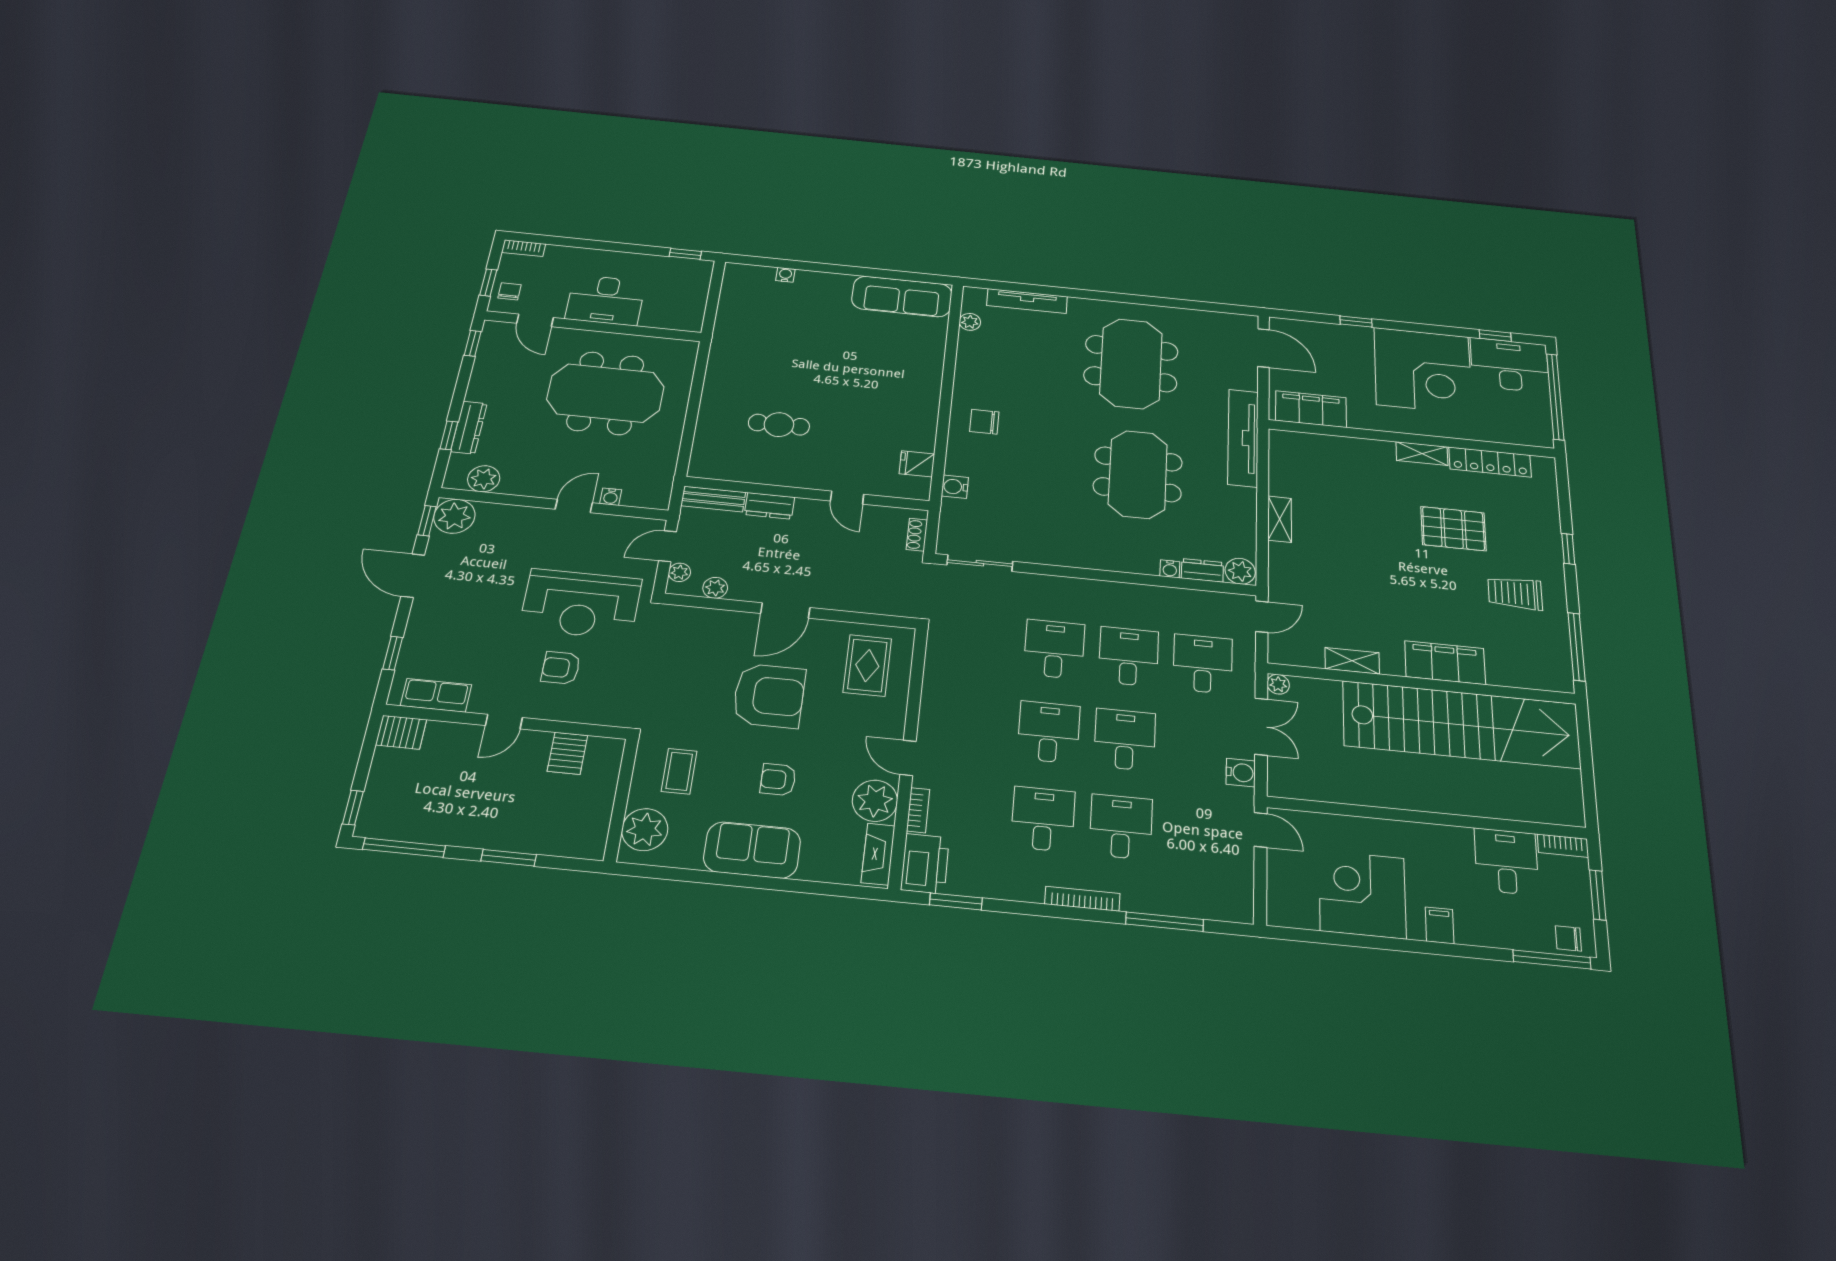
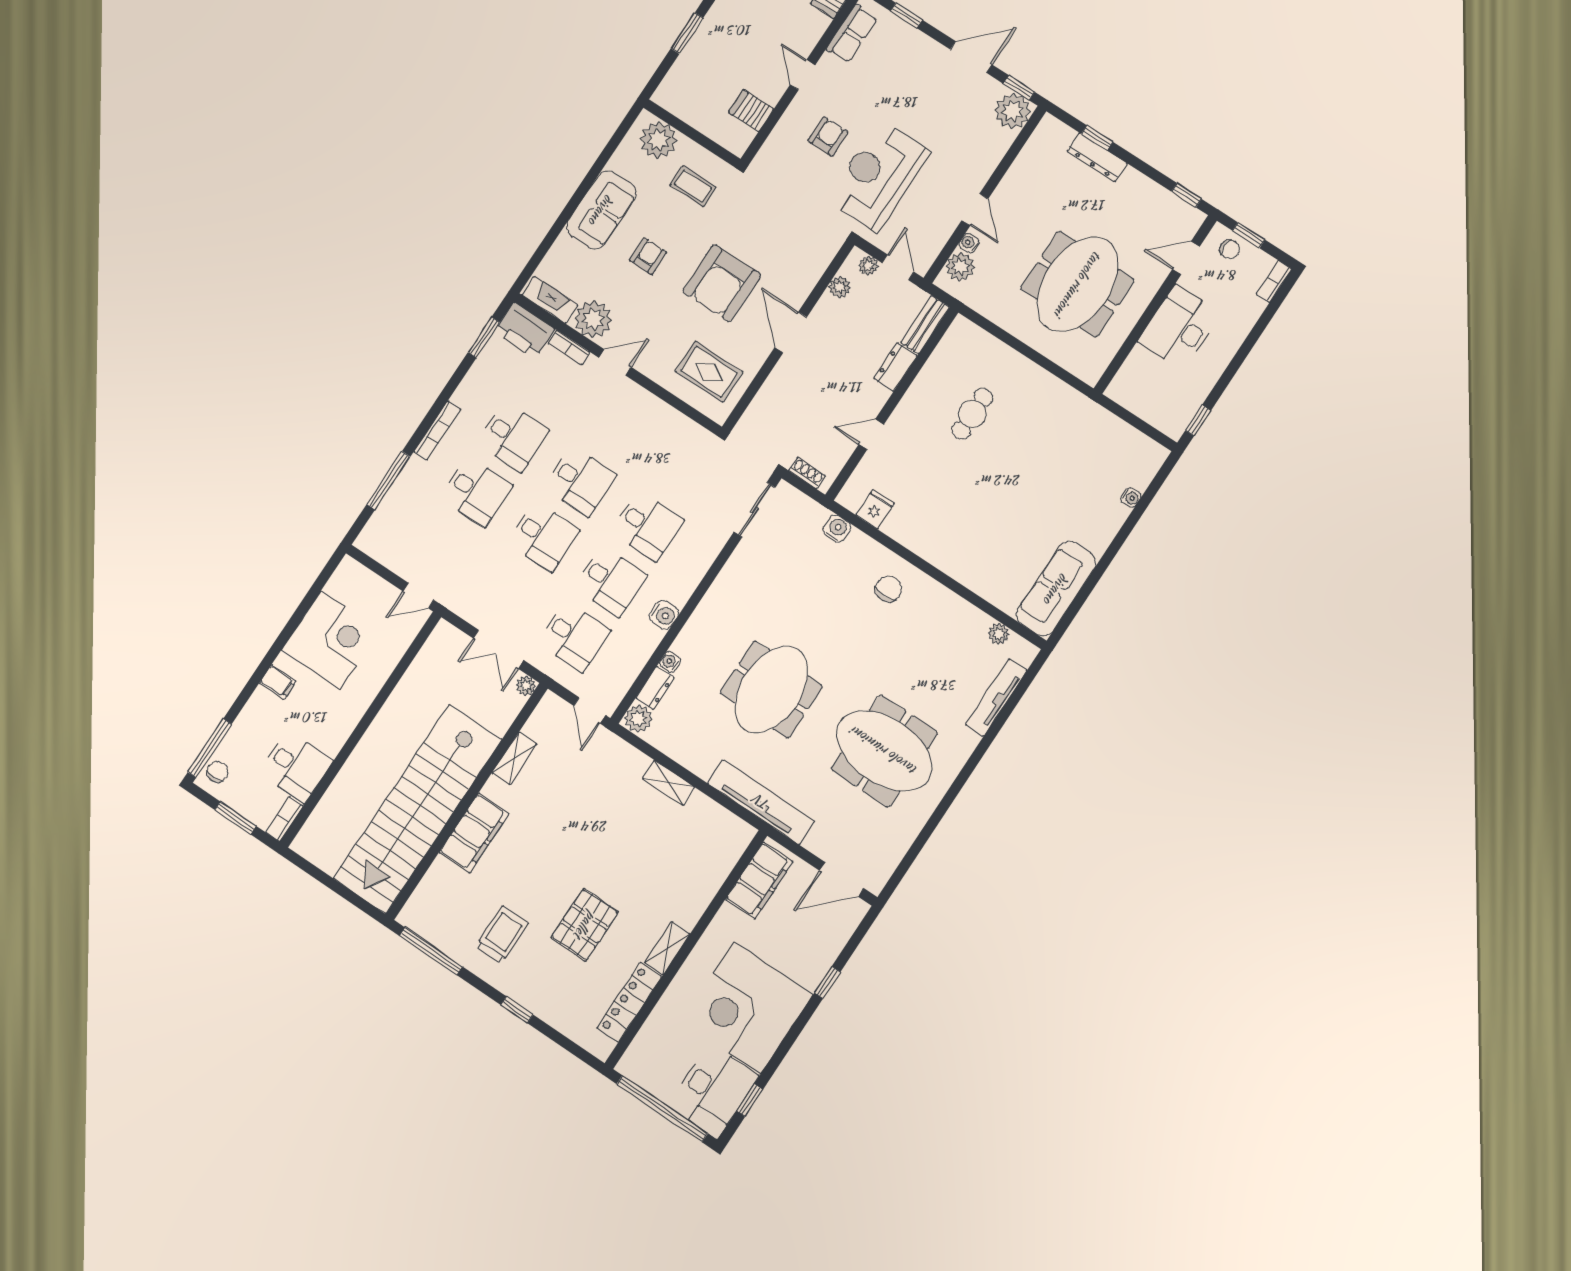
meeting table: (1138, 474) -> (771, 689), turned 90
plant: (484, 479) -> (960, 267), moved
water cooler: (1241, 773) -> (664, 615), moved, turned -90

